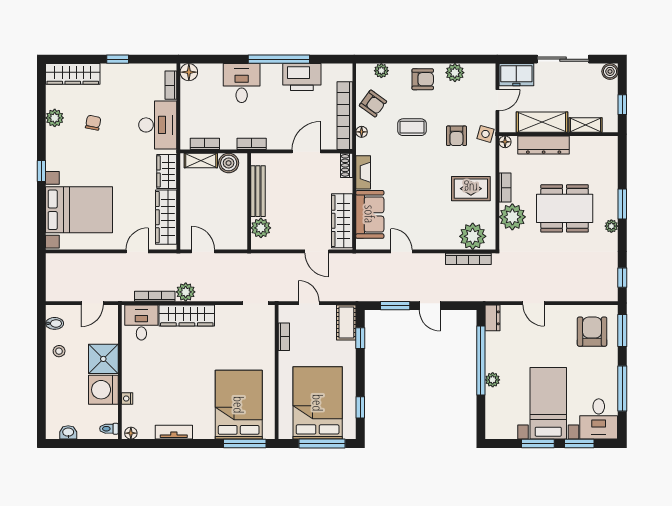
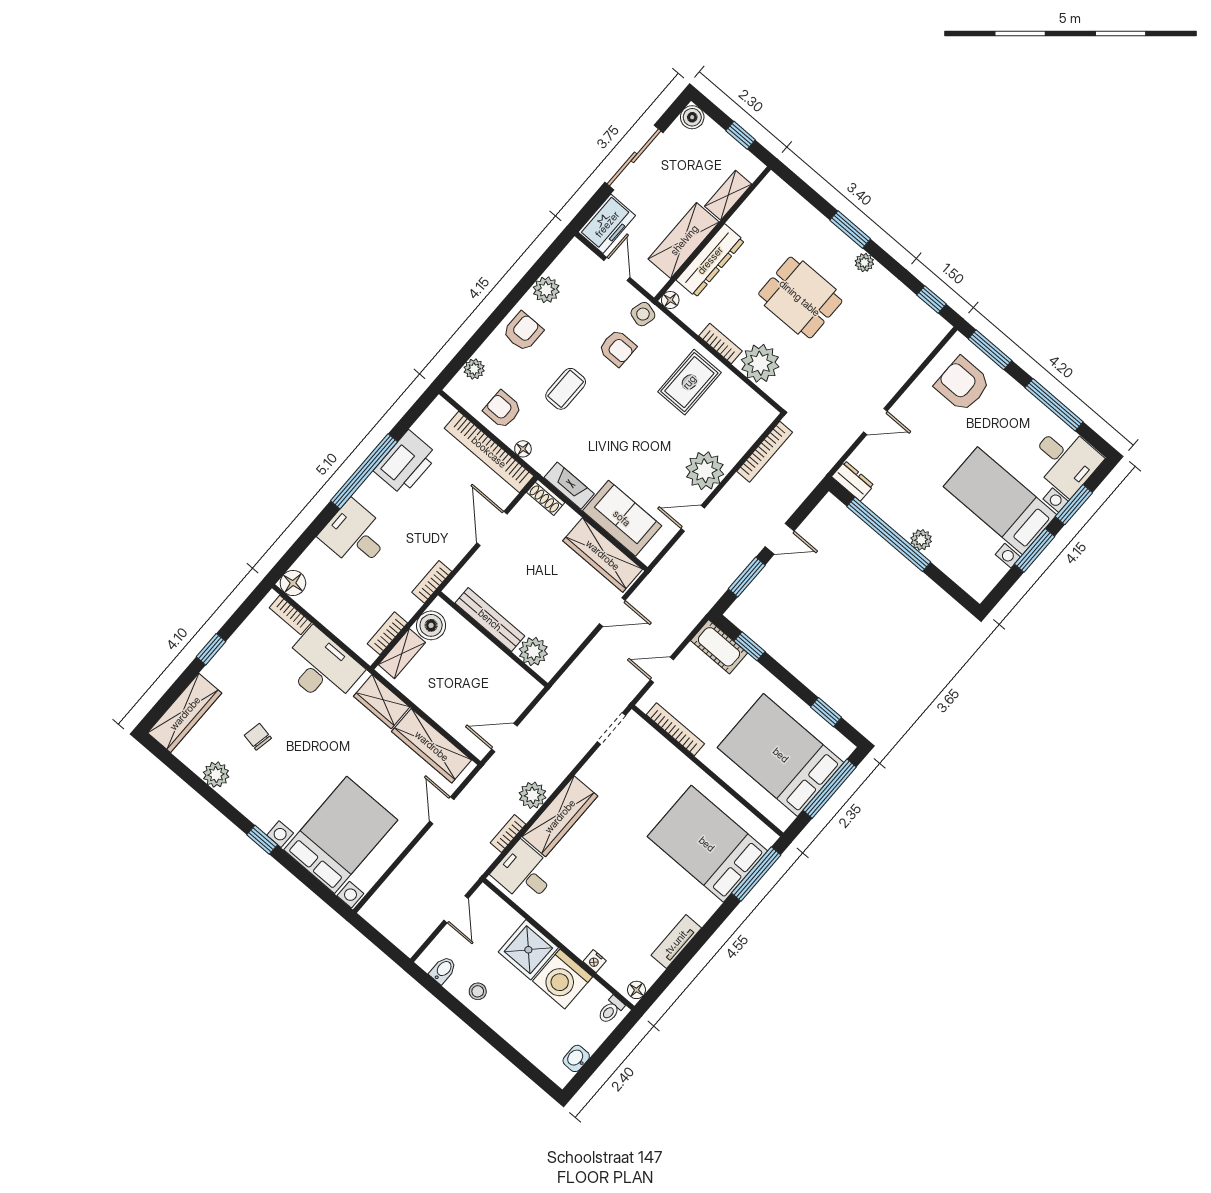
armchair: (373, 104) -> (502, 409), turned -126
dining table: (565, 208) -> (800, 298), width x0.73
plant: (473, 236) -> (705, 471), moved
bookcase: (155, 296) -> (508, 833), width x0.64
bookcase: (284, 337) -> (675, 729), width x1.56

